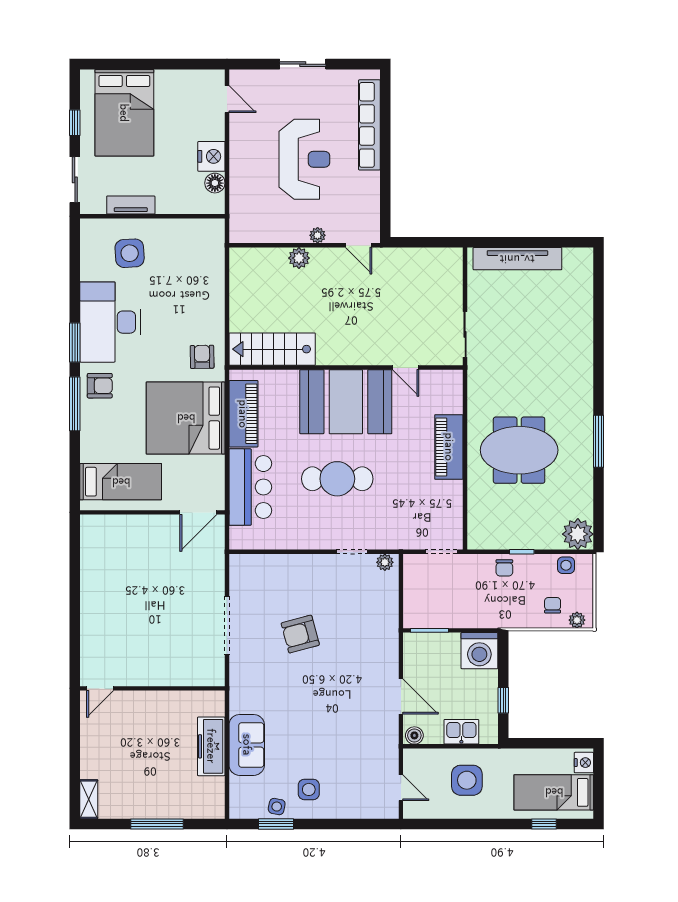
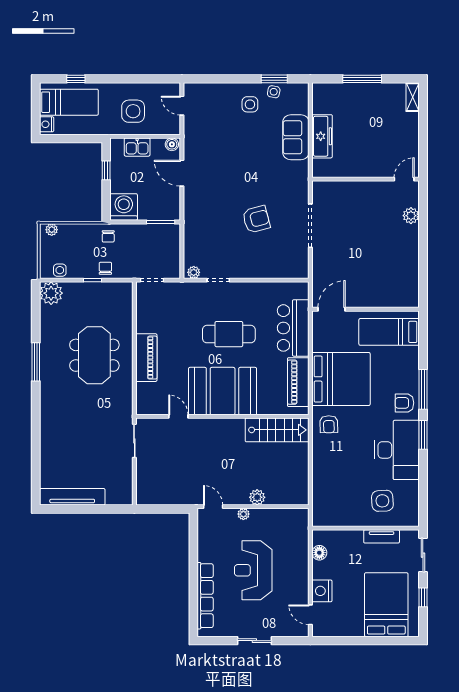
nightstand: (211, 156) -> (322, 591), moved
tv unit: (517, 259) -> (72, 497), moved
meeting table: (519, 450) -> (94, 355), turned 90
chair: (553, 605) -> (108, 236), moved
plant: (91, 639) -> (411, 216), added

